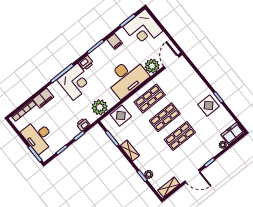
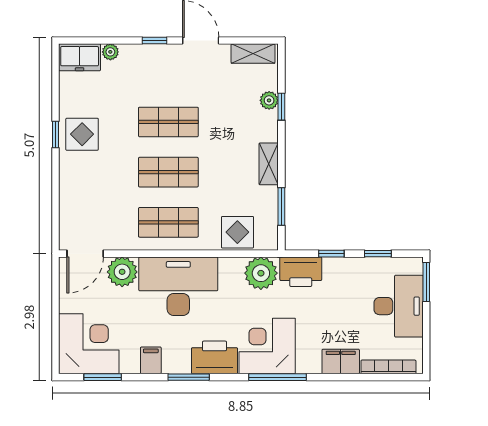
printer: (86, 63) -> (214, 357), width x1.87, depth x1.48
printer: (83, 125) -> (301, 272), width x1.87, depth x1.48

